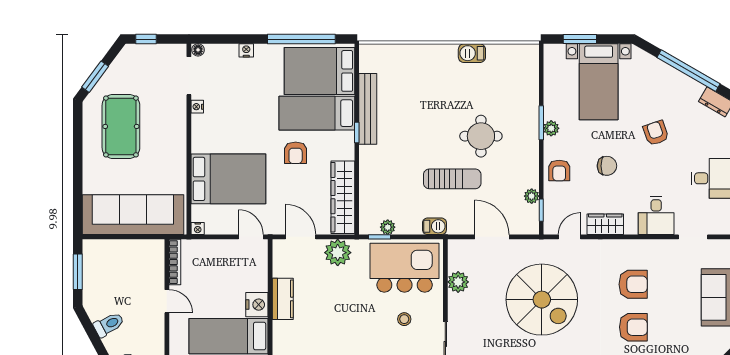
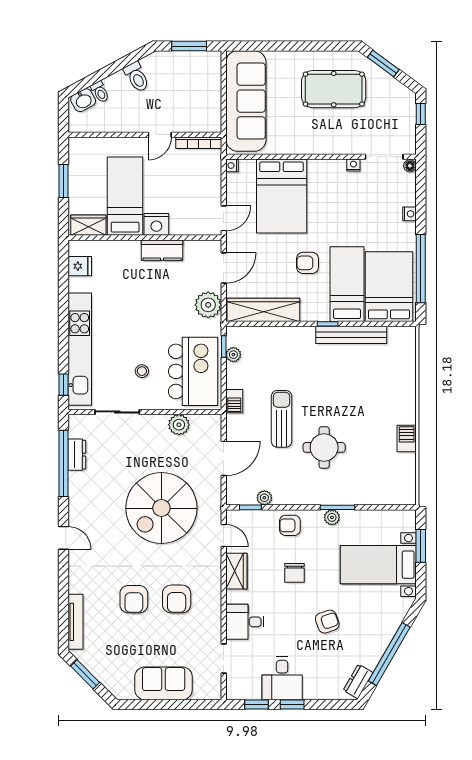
sun lounger: (452, 179) -> (282, 419), turned 180

